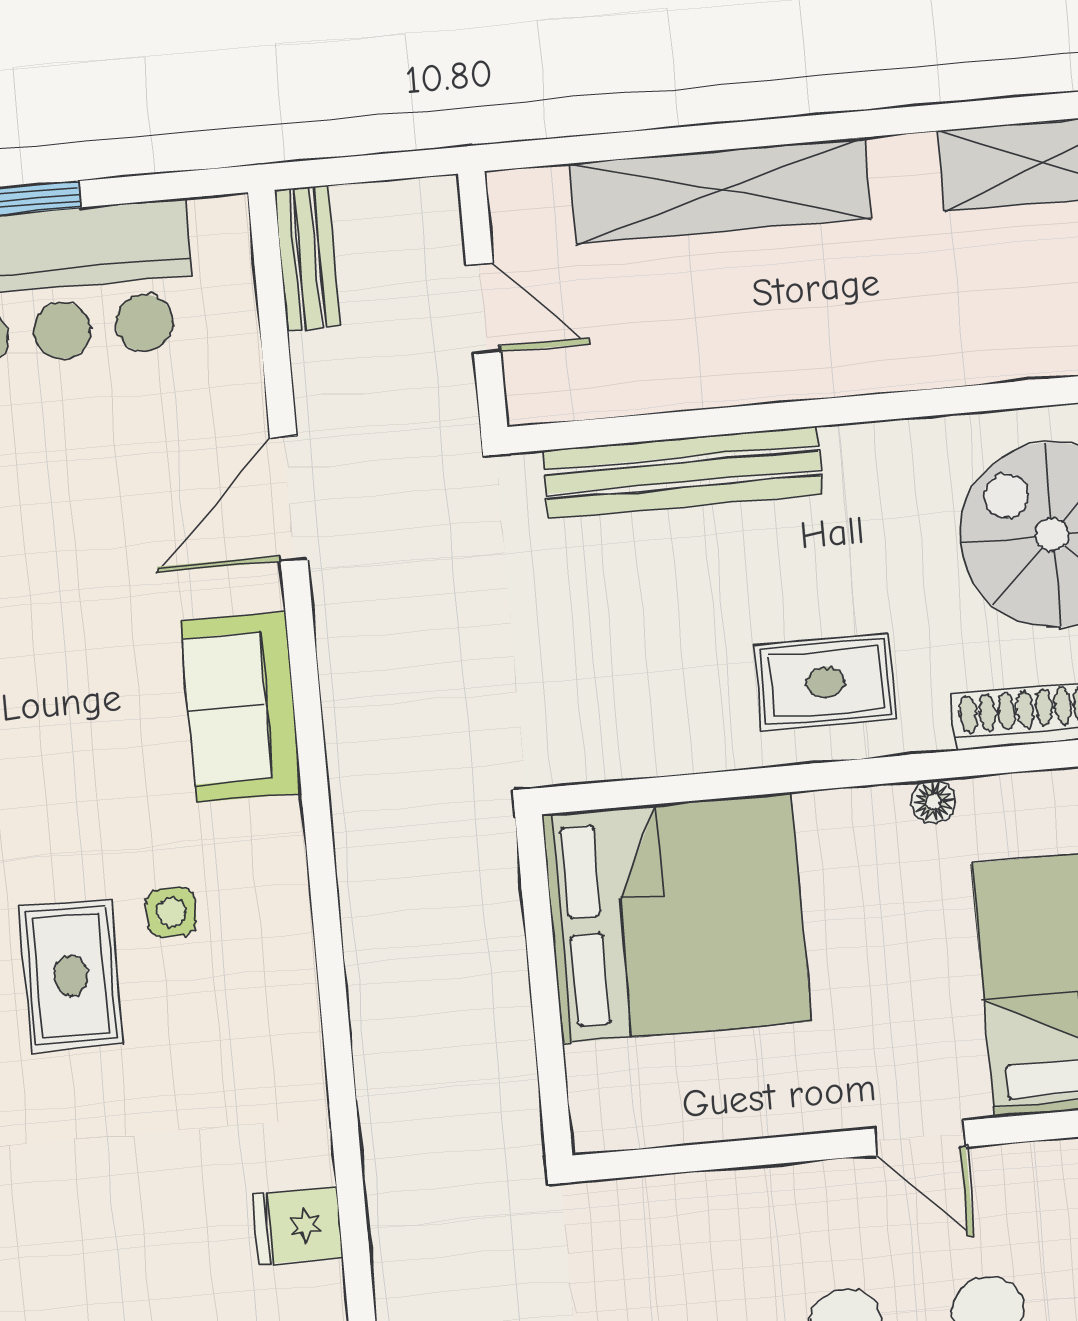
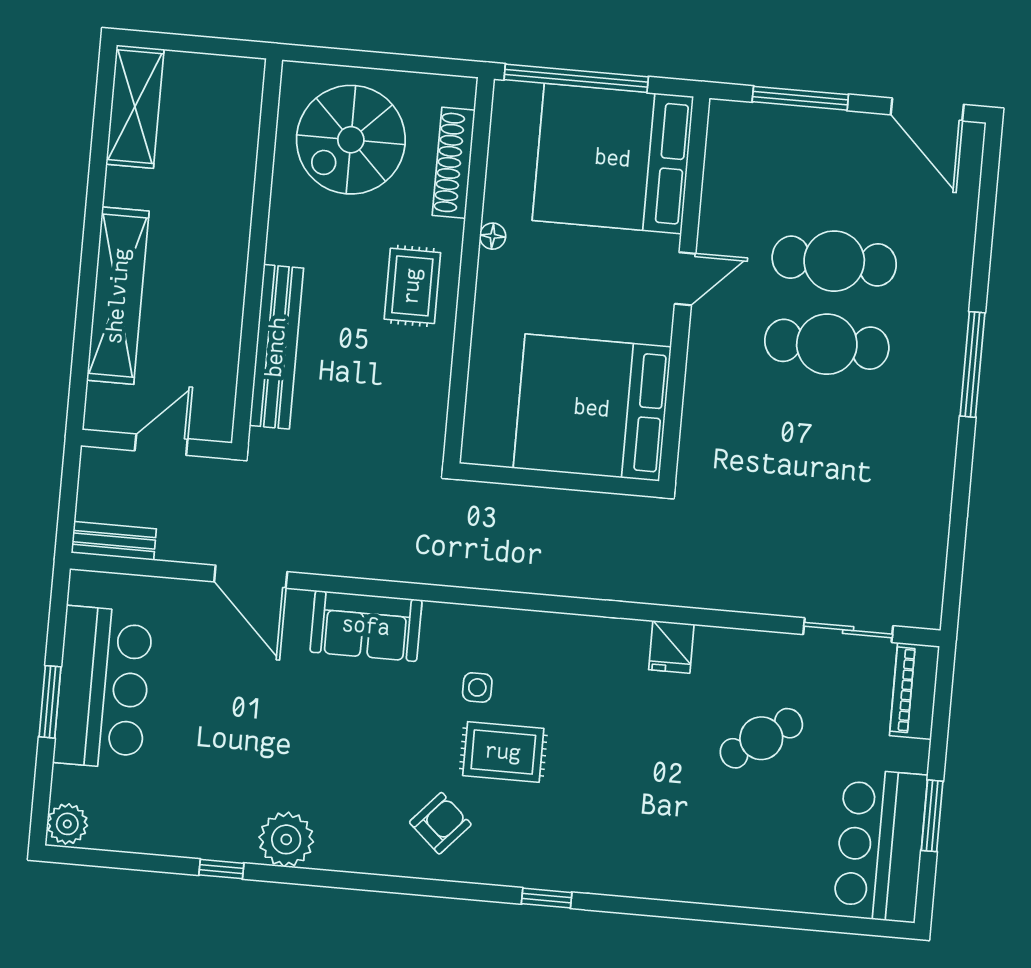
bed: (677, 918) -> (592, 408), moved, turned -90

